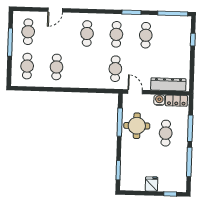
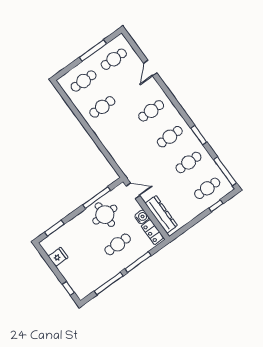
door: (55, 10) -> (150, 68), hinge flipped
cafe table: (115, 69) -> (207, 188), moved
door: (135, 92) -> (133, 191), hinge flipped
fridge: (152, 184) -> (58, 257), moved

